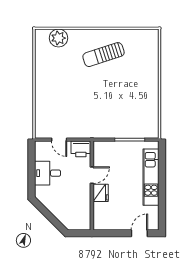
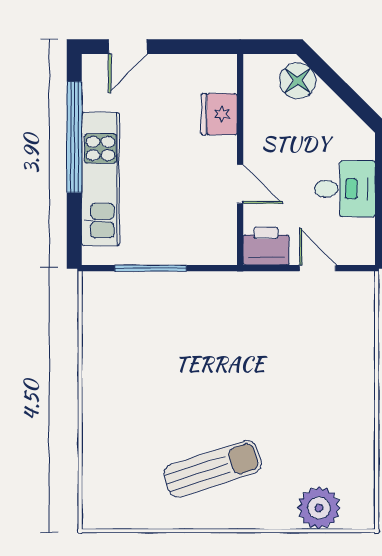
door: (92, 175) -> (240, 184), swing flipped
fridge: (101, 193) -> (219, 114), moved
window: (162, 195) -> (74, 137), added
floor lamp: (68, 219) -> (298, 81), added

